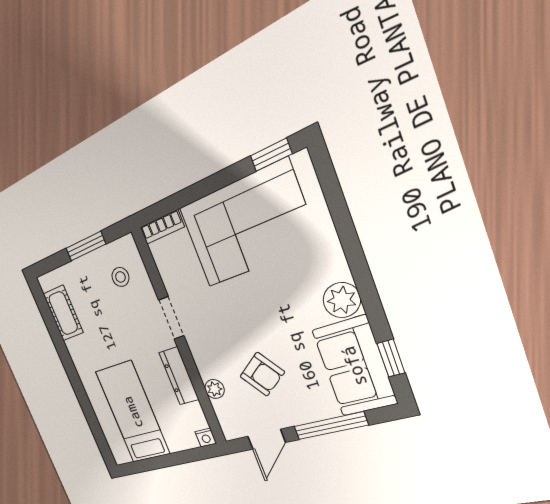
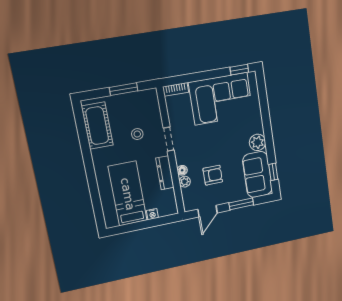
stool: (120, 277) -> (137, 134), moved
cot: (63, 313) -> (97, 126), width x1.37, depth x1.34
floor lamp: (206, 370) -> (182, 170), added
armchair: (262, 374) -> (213, 175), turned -54
window: (330, 426) -> (241, 204), width x0.69
nightstand: (206, 438) -> (152, 214), moved

